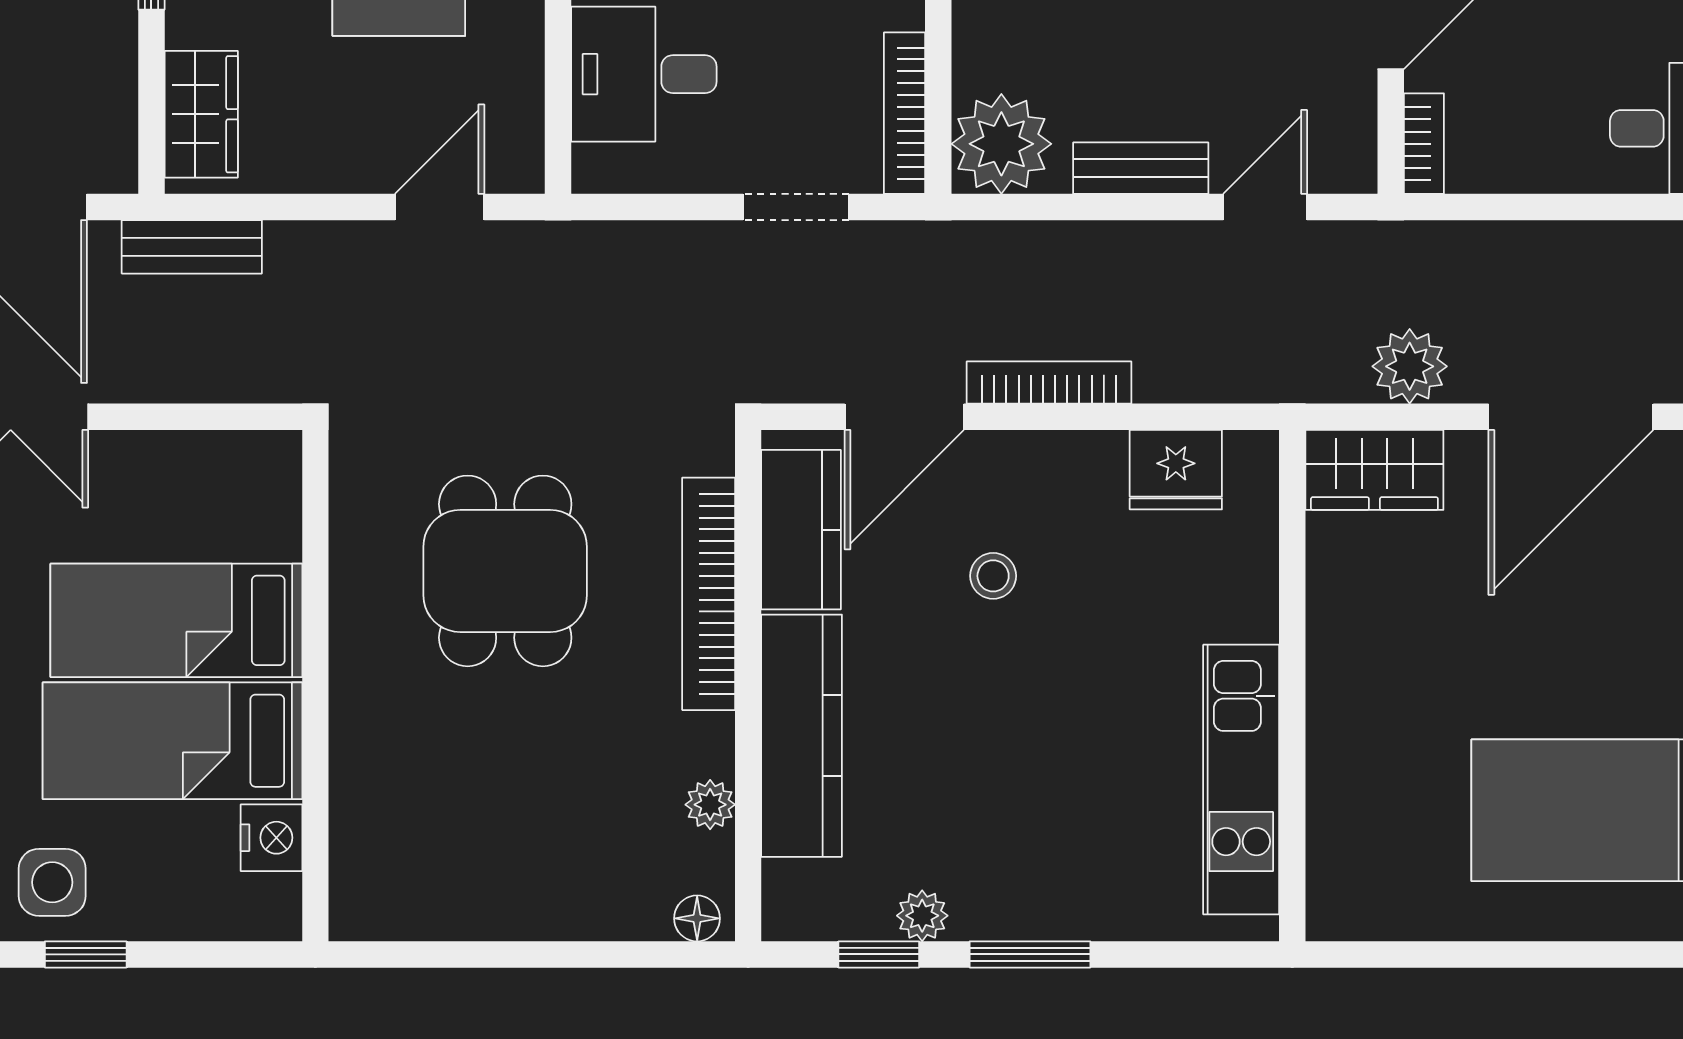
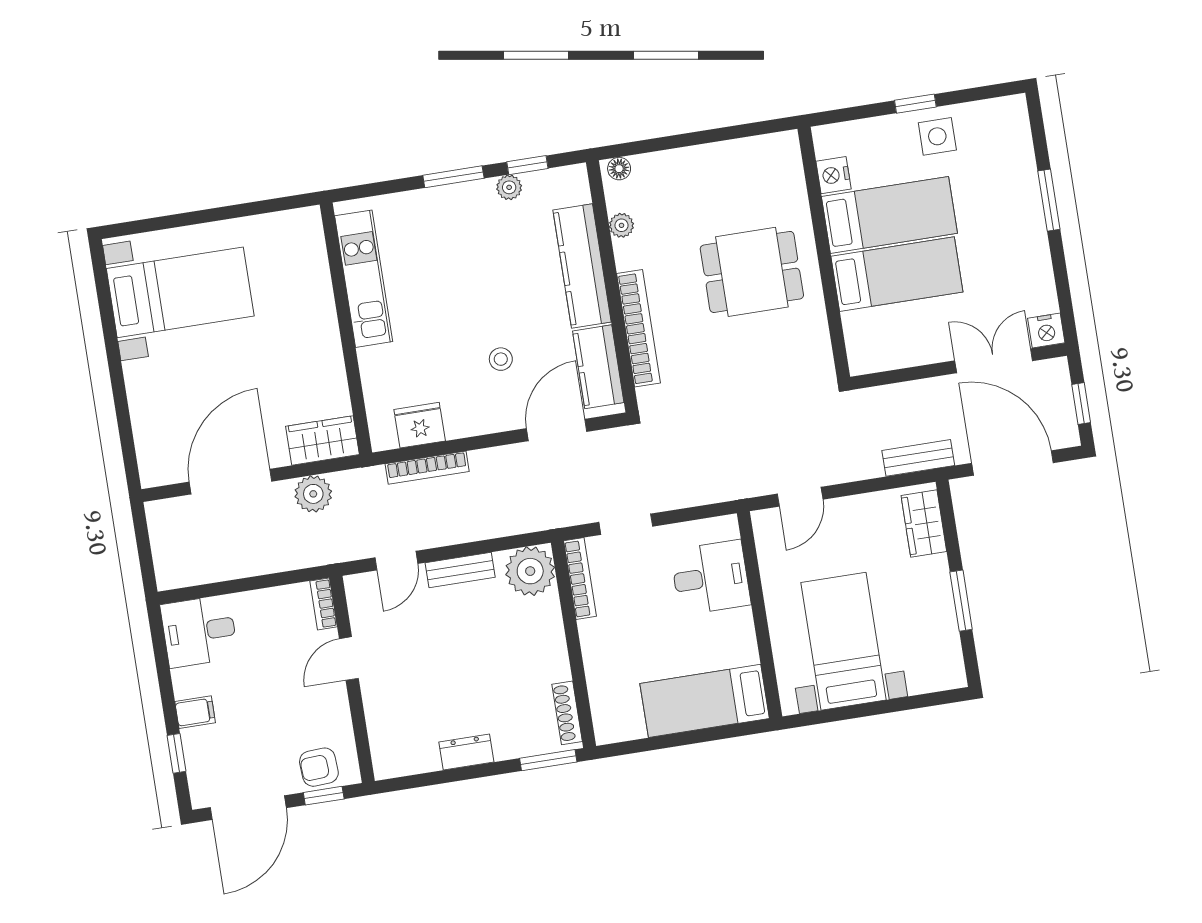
bookcase: (1049, 383) -> (427, 468), moved
dining table: (505, 571) -> (752, 272), moved, turned 90

